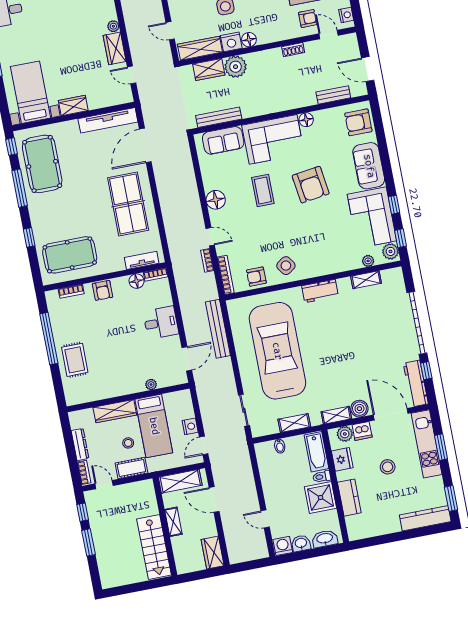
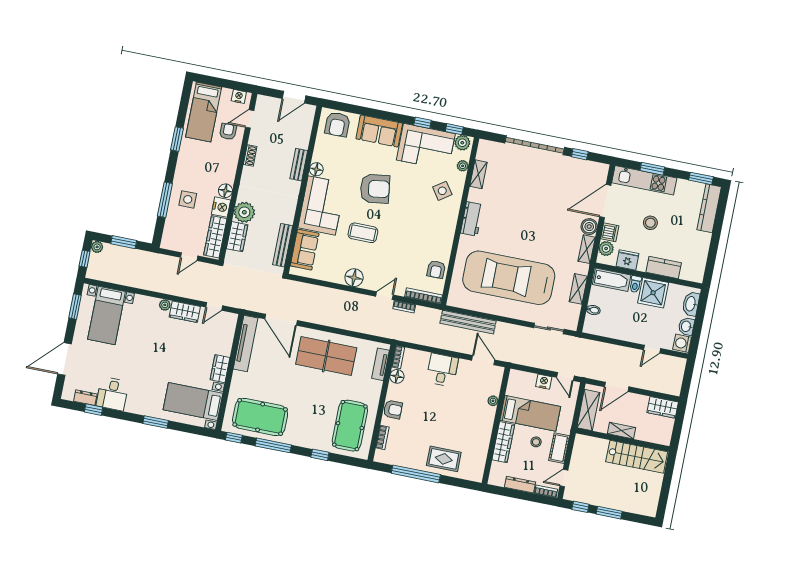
bench: (333, 95) -> (299, 165), moved
side table: (286, 266) -> (442, 191), moved
workbench: (416, 383) -> (587, 168), removed

